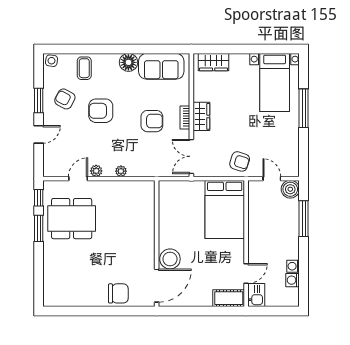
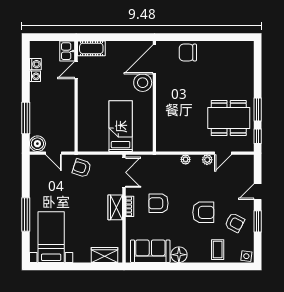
bed: (225, 209) -> (121, 126), moved, width x0.67

